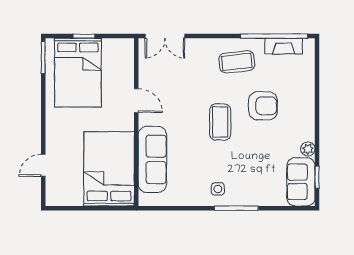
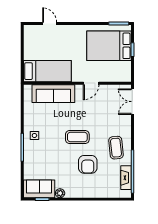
bed: (109, 169) -> (47, 71), width x0.67

